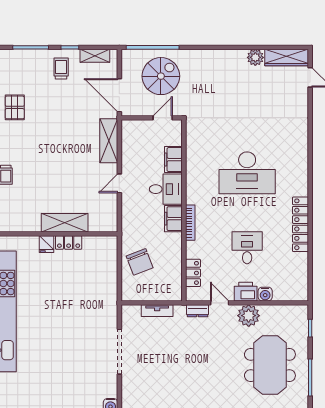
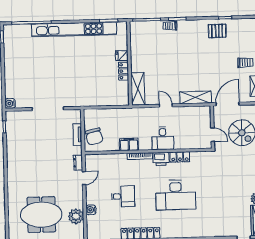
filing cabinet: (173, 160) -> (184, 143), removed
desk: (247, 173) -> (176, 195), turned -90
filing cabinet: (173, 219) -> (129, 145), moved
shelving: (65, 223) -> (138, 89), moved
chair: (140, 262) -> (94, 137), moved, turned -82
locker: (193, 273) -> (180, 157), moved
printer: (246, 292) -> (161, 159), moved, turned 90
plant: (249, 316) -> (76, 216), moved

